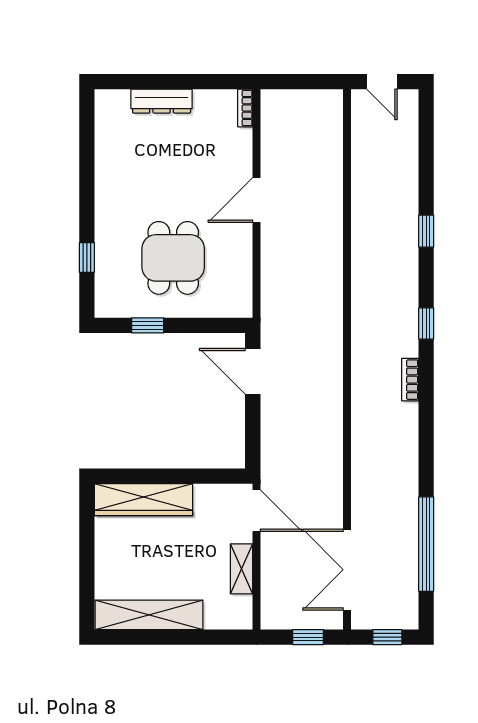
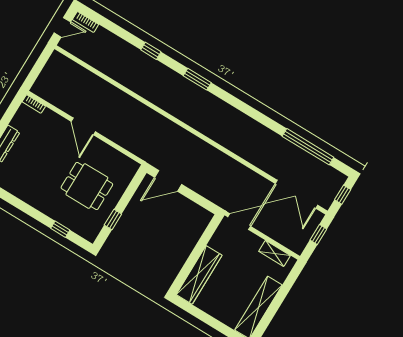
window: (426, 323) -> (197, 79), width x1.50
bookcase: (410, 380) -> (85, 22), moved
shelving: (242, 569) -> (274, 253), moved

